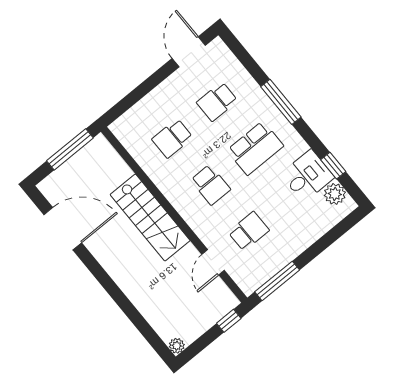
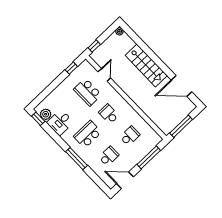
door: (189, 52) -> (125, 180), swing flipped
window: (138, 93) -> (149, 157), added
window: (333, 166) -> (38, 119), moved
stairs: (150, 218) -> (146, 66), moved, turned 180
school desk: (249, 231) -> (88, 92), width x1.85
window: (277, 281) -> (71, 68), width x0.46

